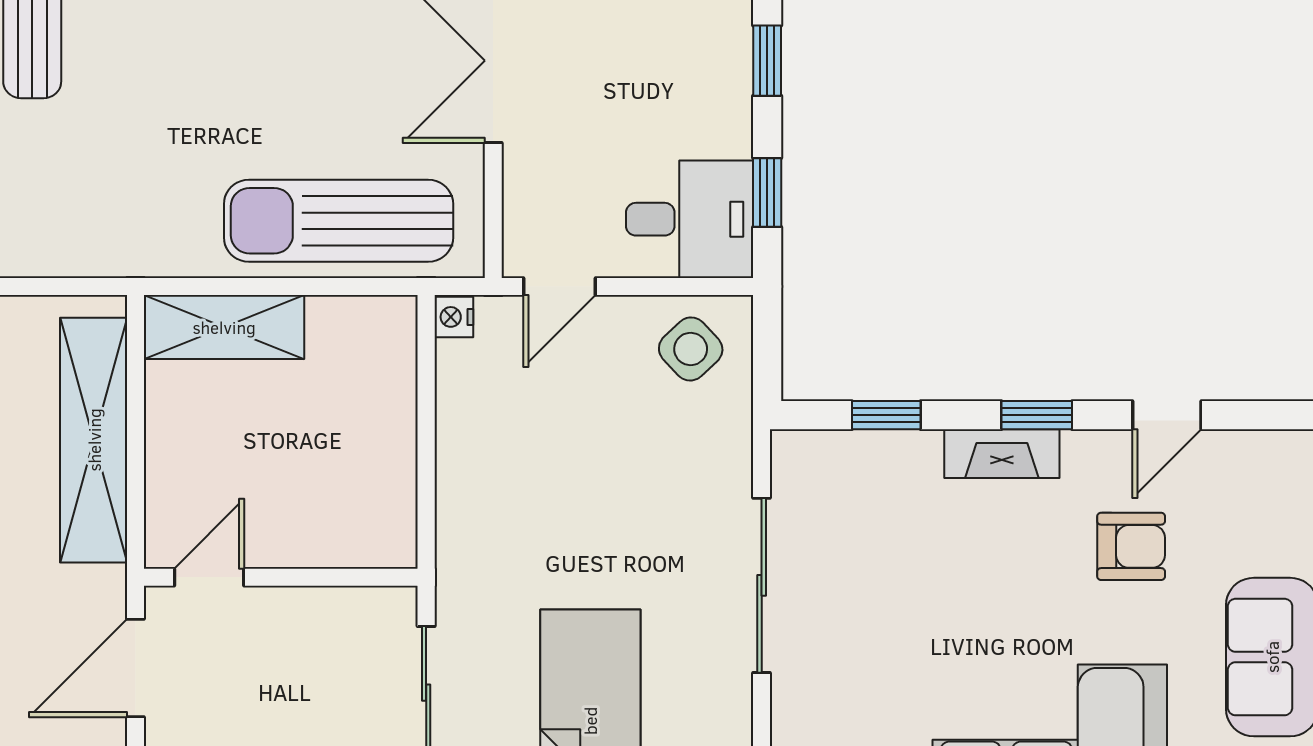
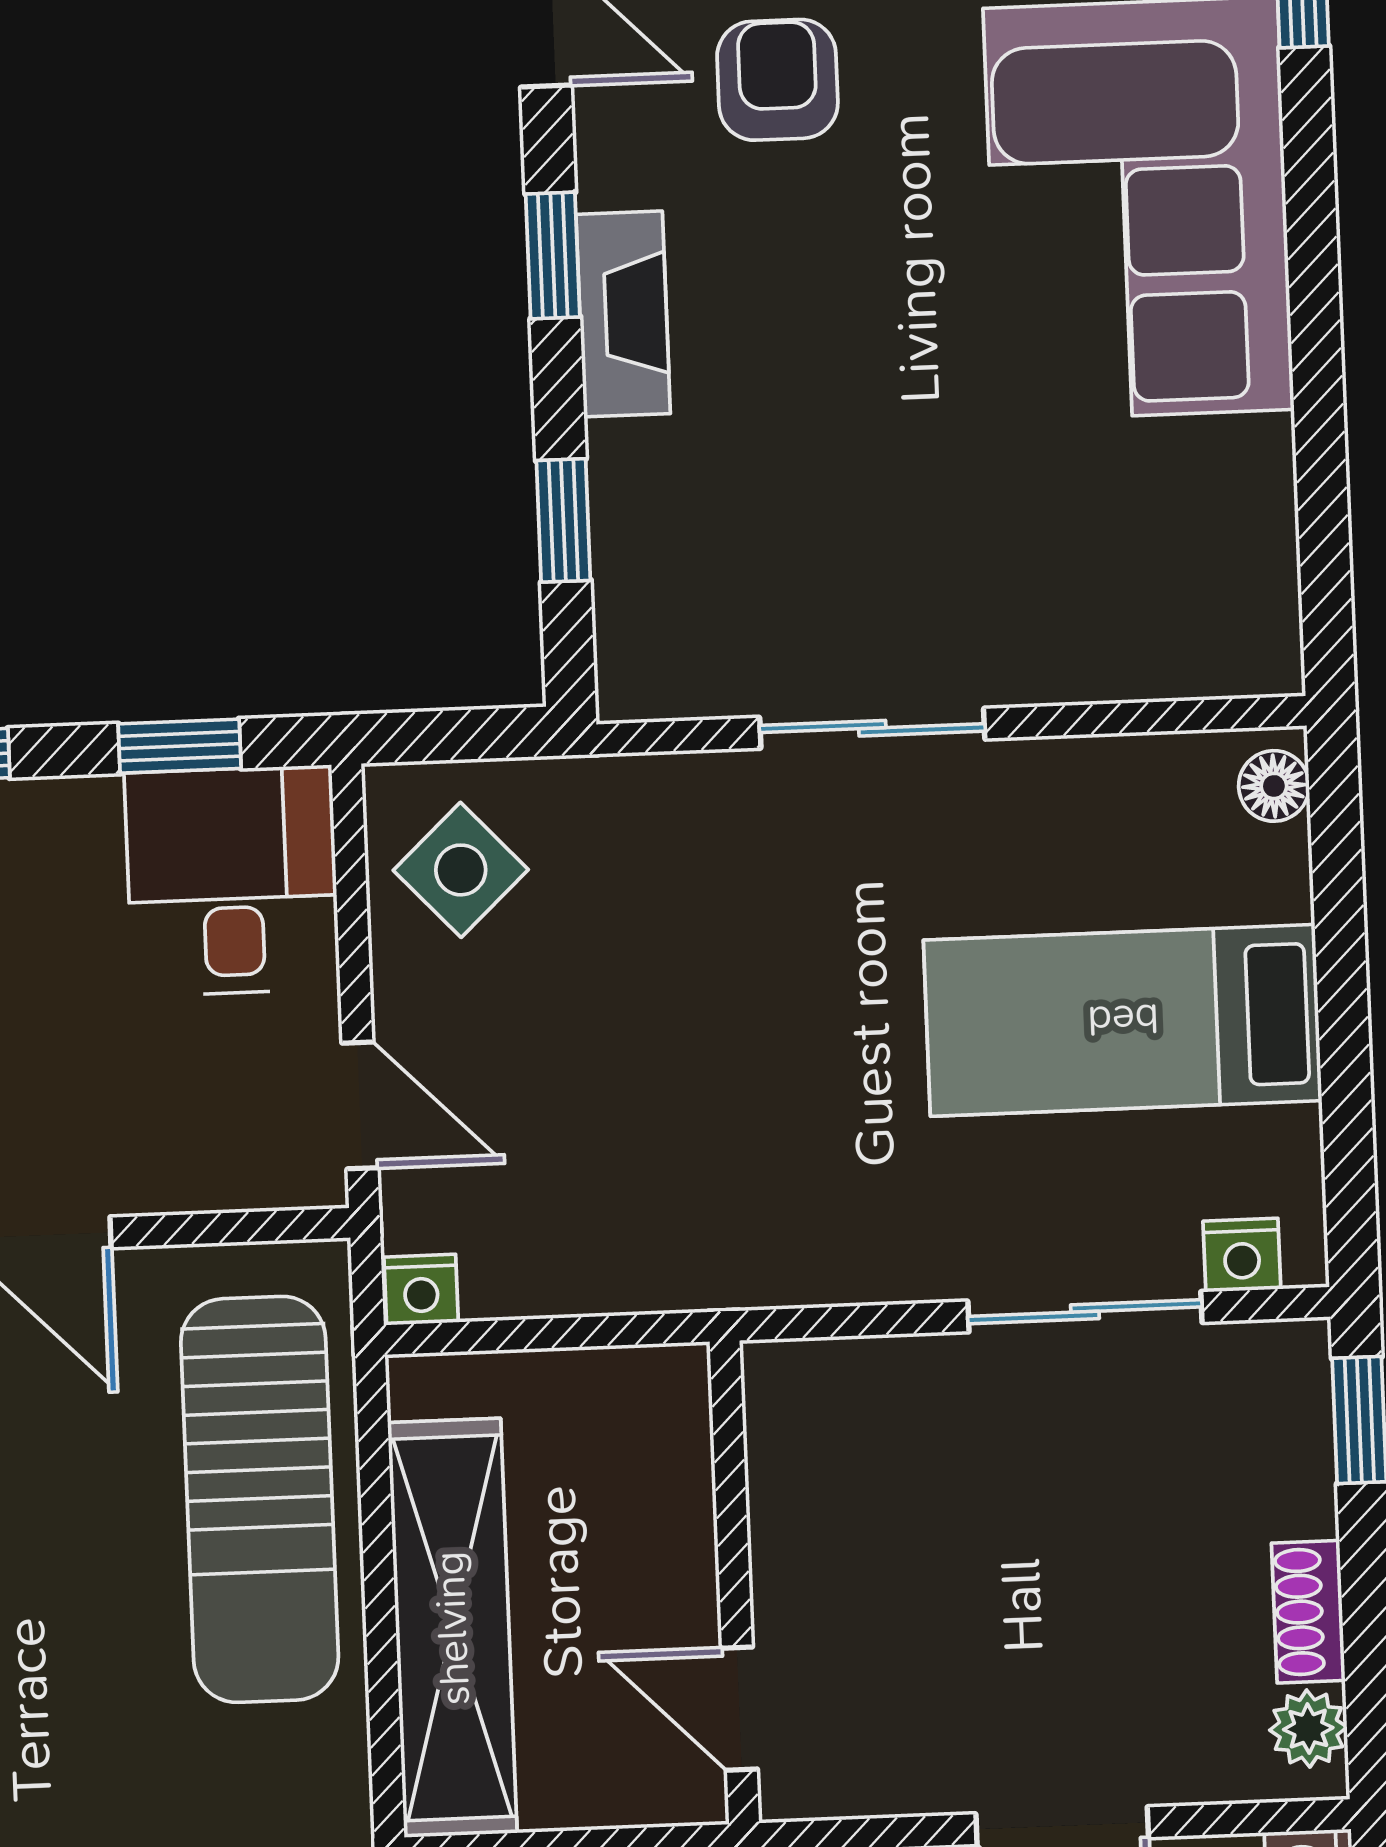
shelving: (224, 327) -> (452, 1628), width x1.47
door: (209, 577) -> (739, 1709), moved
wall: (281, 577) -> (734, 1582), moved
sliding door: (762, 585) -> (872, 728), width x0.73

